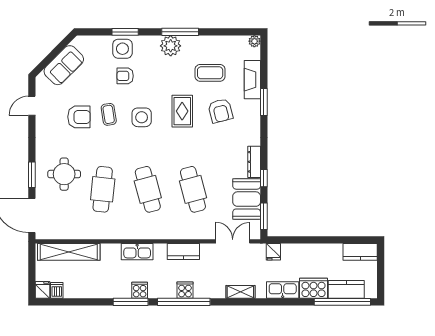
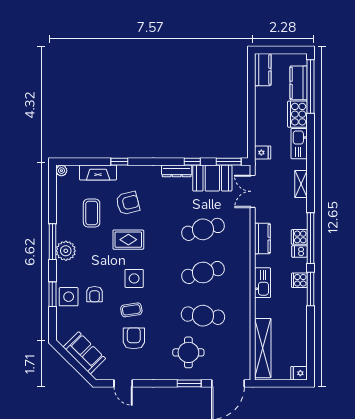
window: (264, 102) -> (119, 162), width x0.67
dishwasher: (57, 290) -> (300, 251), moved

